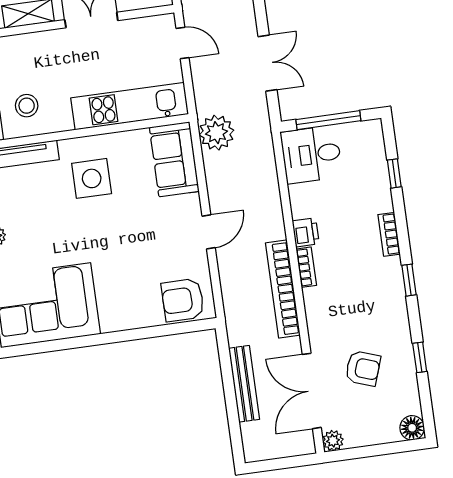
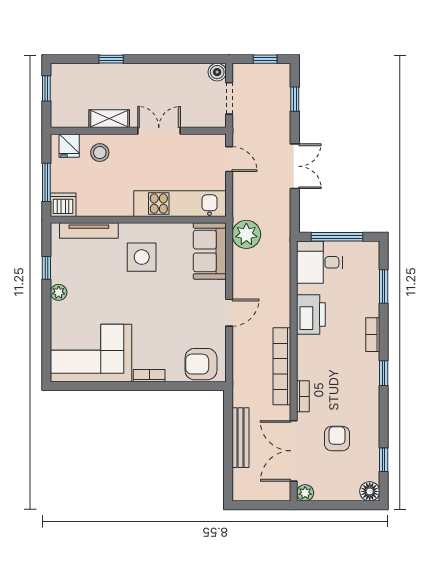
double door: (268, 63) -> (295, 166), moved
stool: (27, 106) -> (100, 153), moved
window: (394, 173) -> (384, 287), width x1.50
printer: (306, 232) -> (311, 314), width x1.87, depth x1.48
bookcase: (306, 267) -> (303, 396), moved
bookcase: (121, 323) -> (149, 376), added
window: (420, 357) -> (384, 460), moved
armchair: (363, 368) -> (337, 438), turned -109

